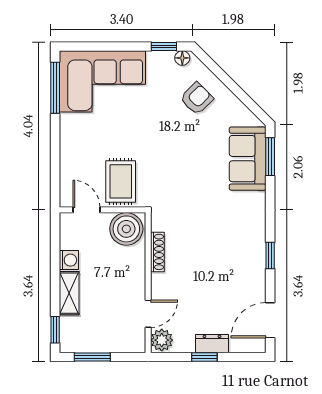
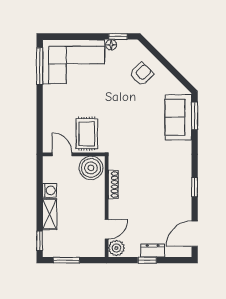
floor lamp: (182, 58) -> (111, 45), moved

